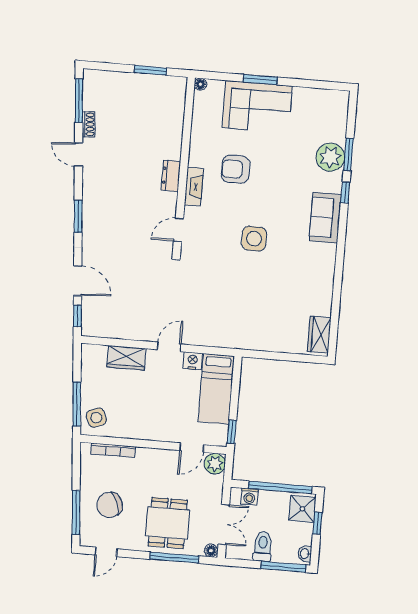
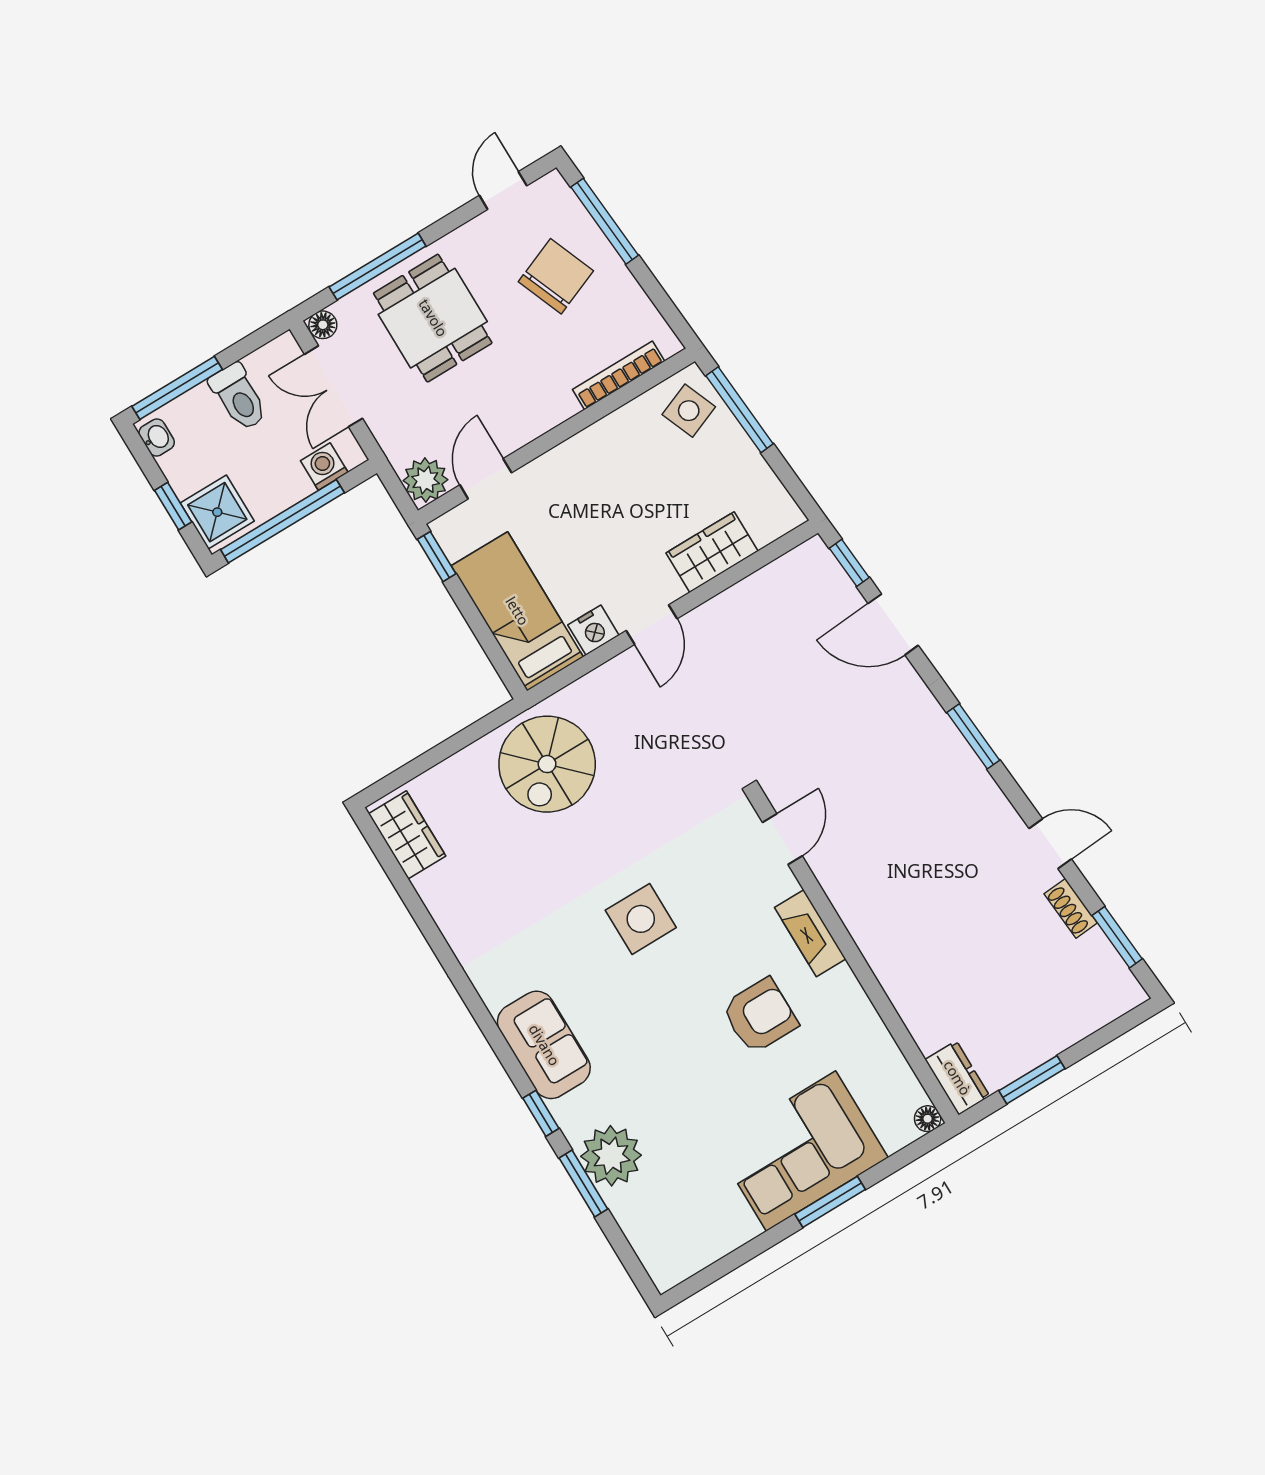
window: (79, 101) -> (1117, 937), width x0.69
dresser: (171, 176) -> (957, 1078), moved
spiral stairs: (247, 323) -> (547, 764), added

